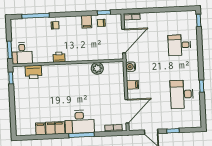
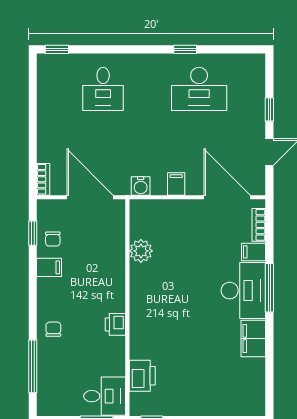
filing cabinet: (40, 129) -> (254, 252), moved

